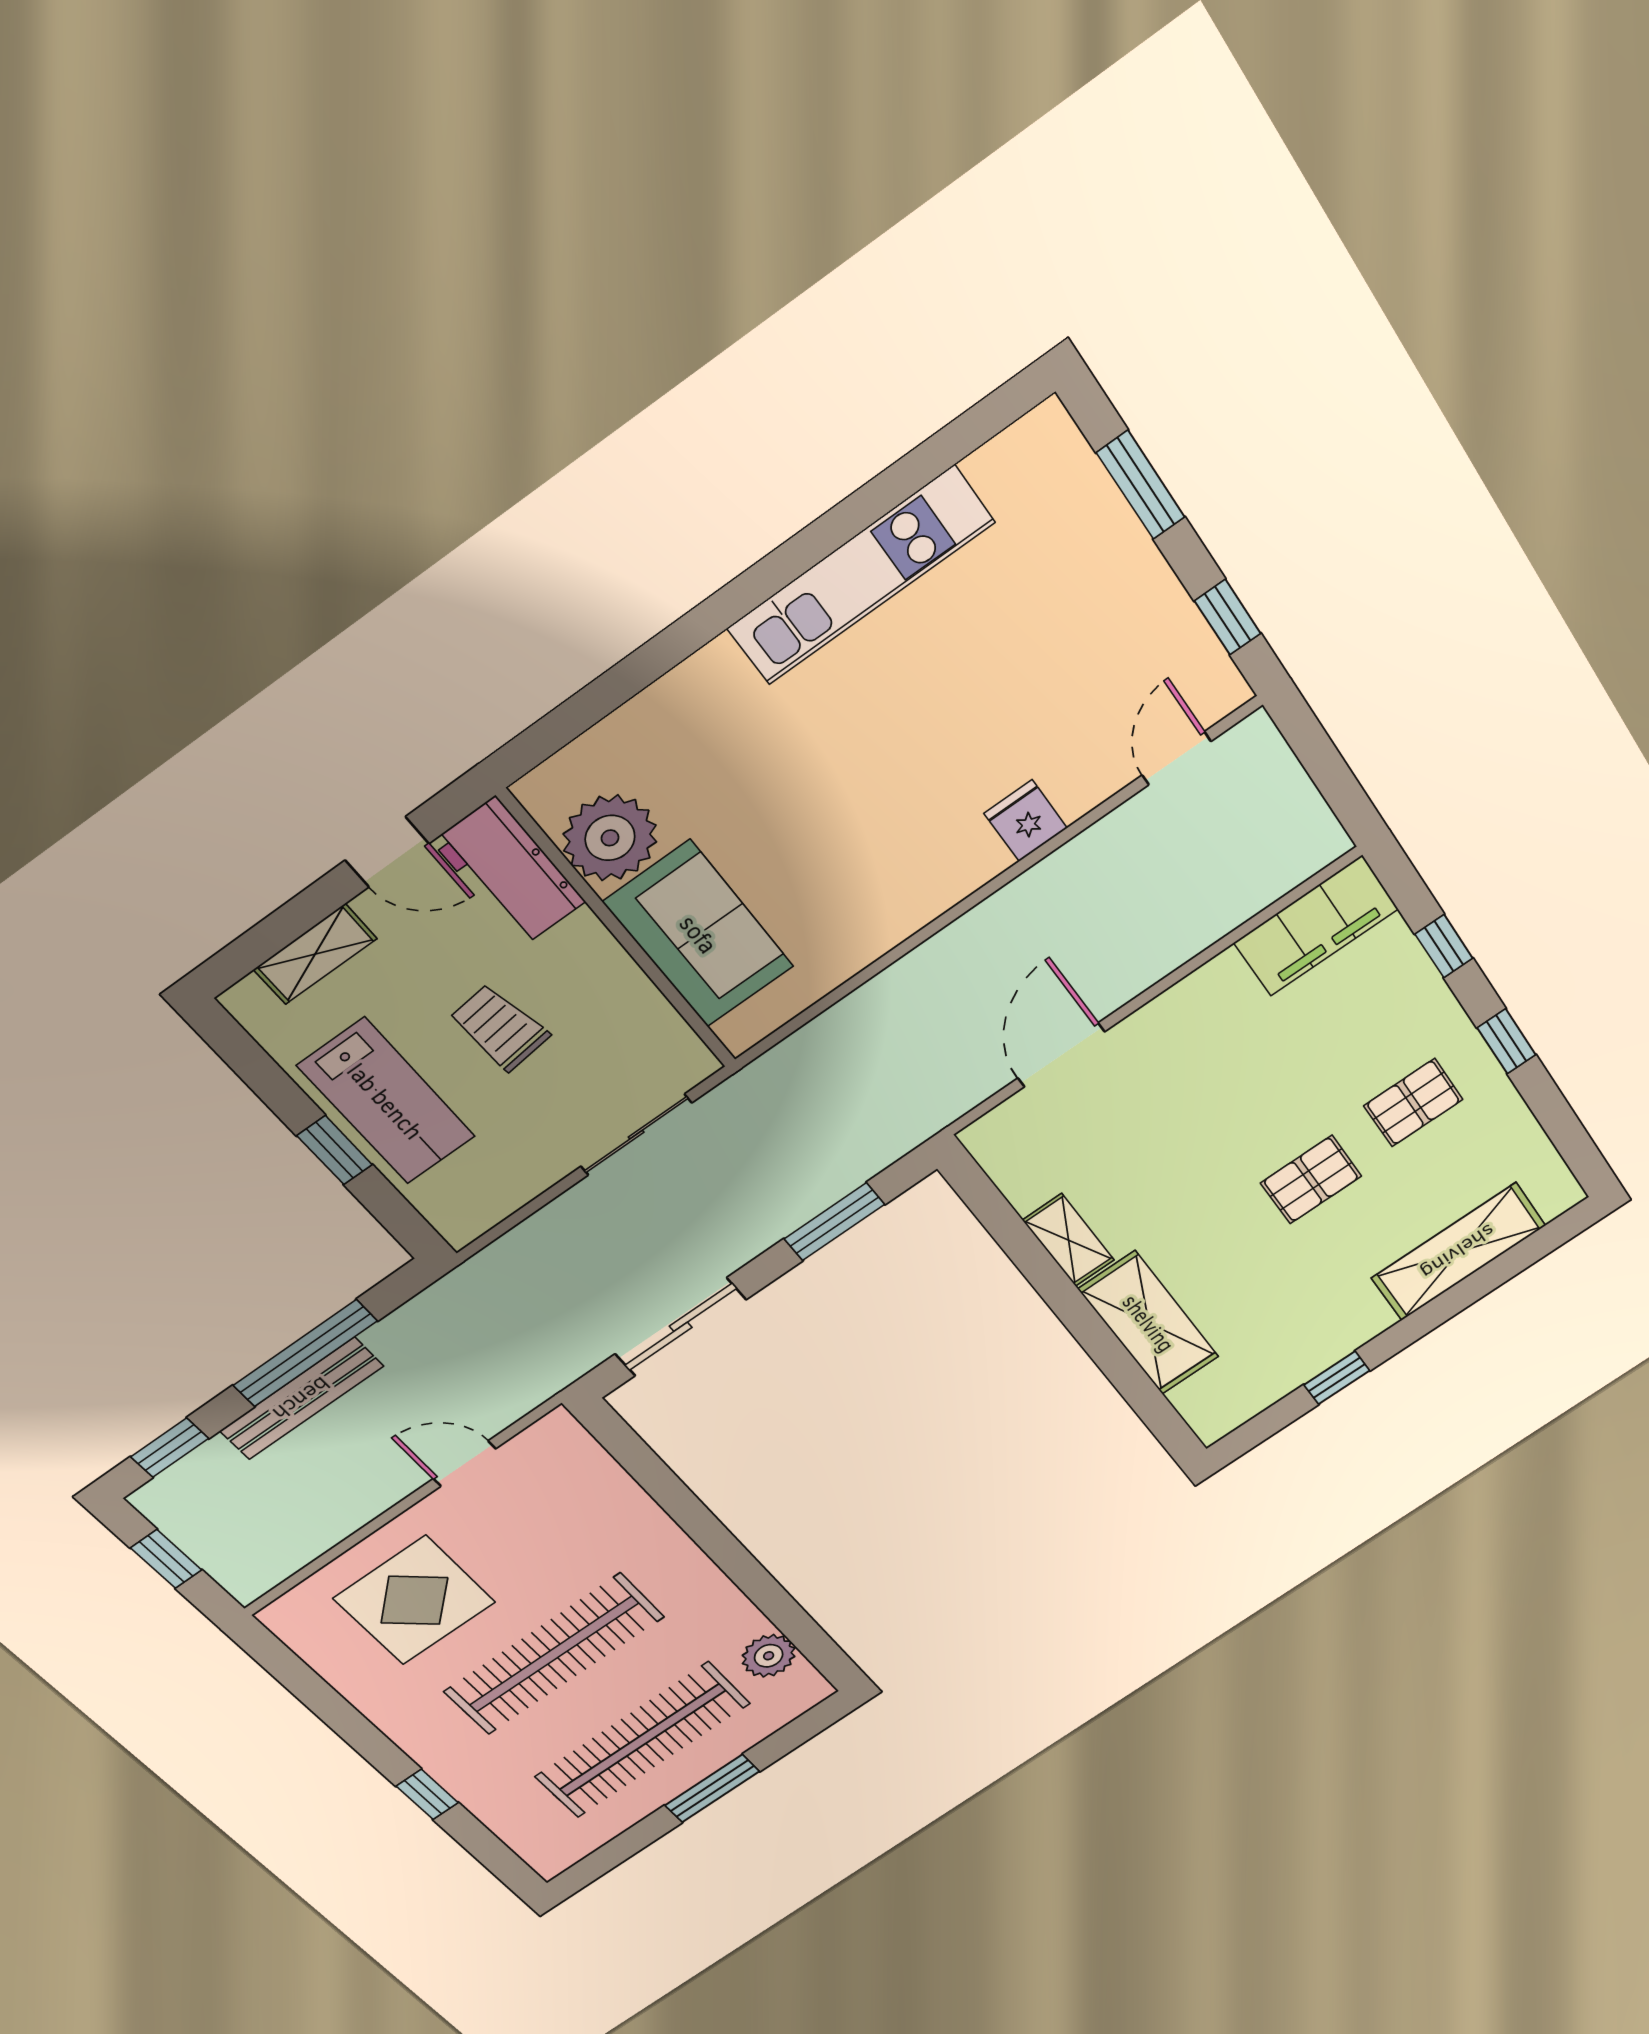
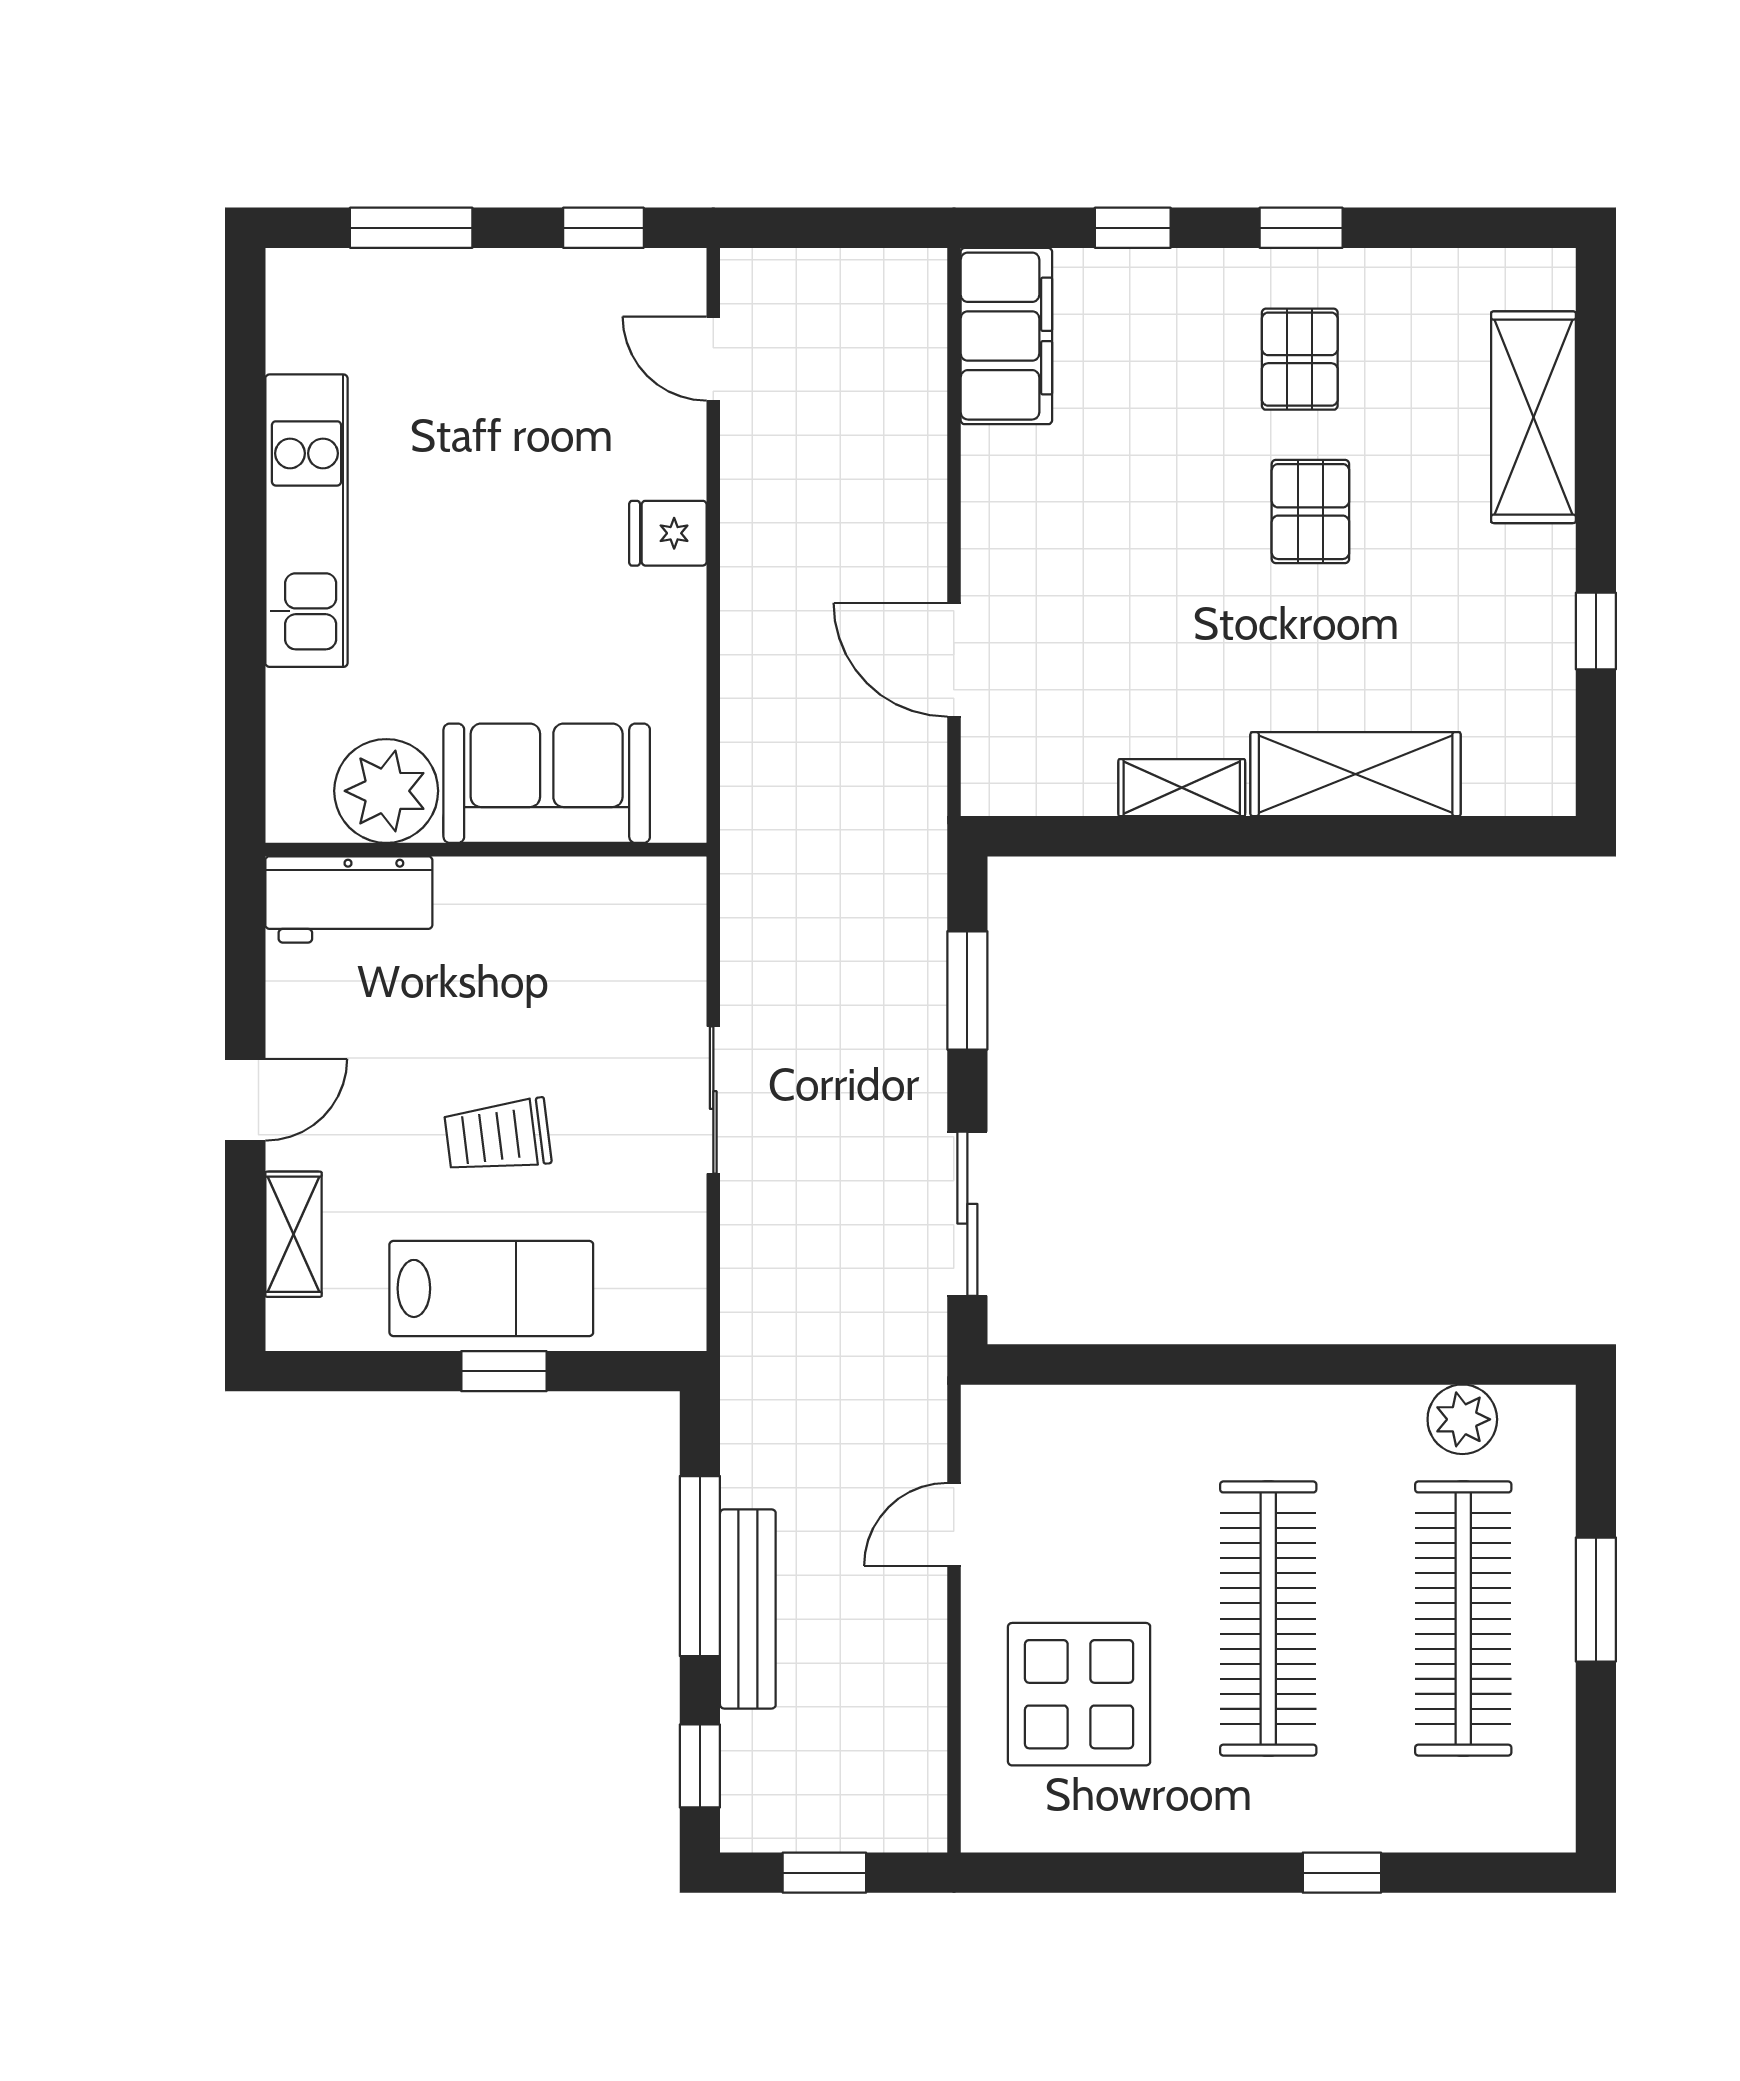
plant: (610, 838) -> (386, 791), moved
workbench: (509, 872) -> (349, 899), moved
wall: (619, 931) -> (486, 850), moved
sofa: (699, 934) -> (547, 783), moved

